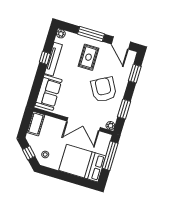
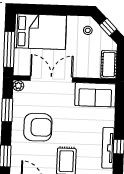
armchair: (104, 89) -> (38, 127), turned -61
sofa: (49, 92) -> (95, 95), moved, turned -90

